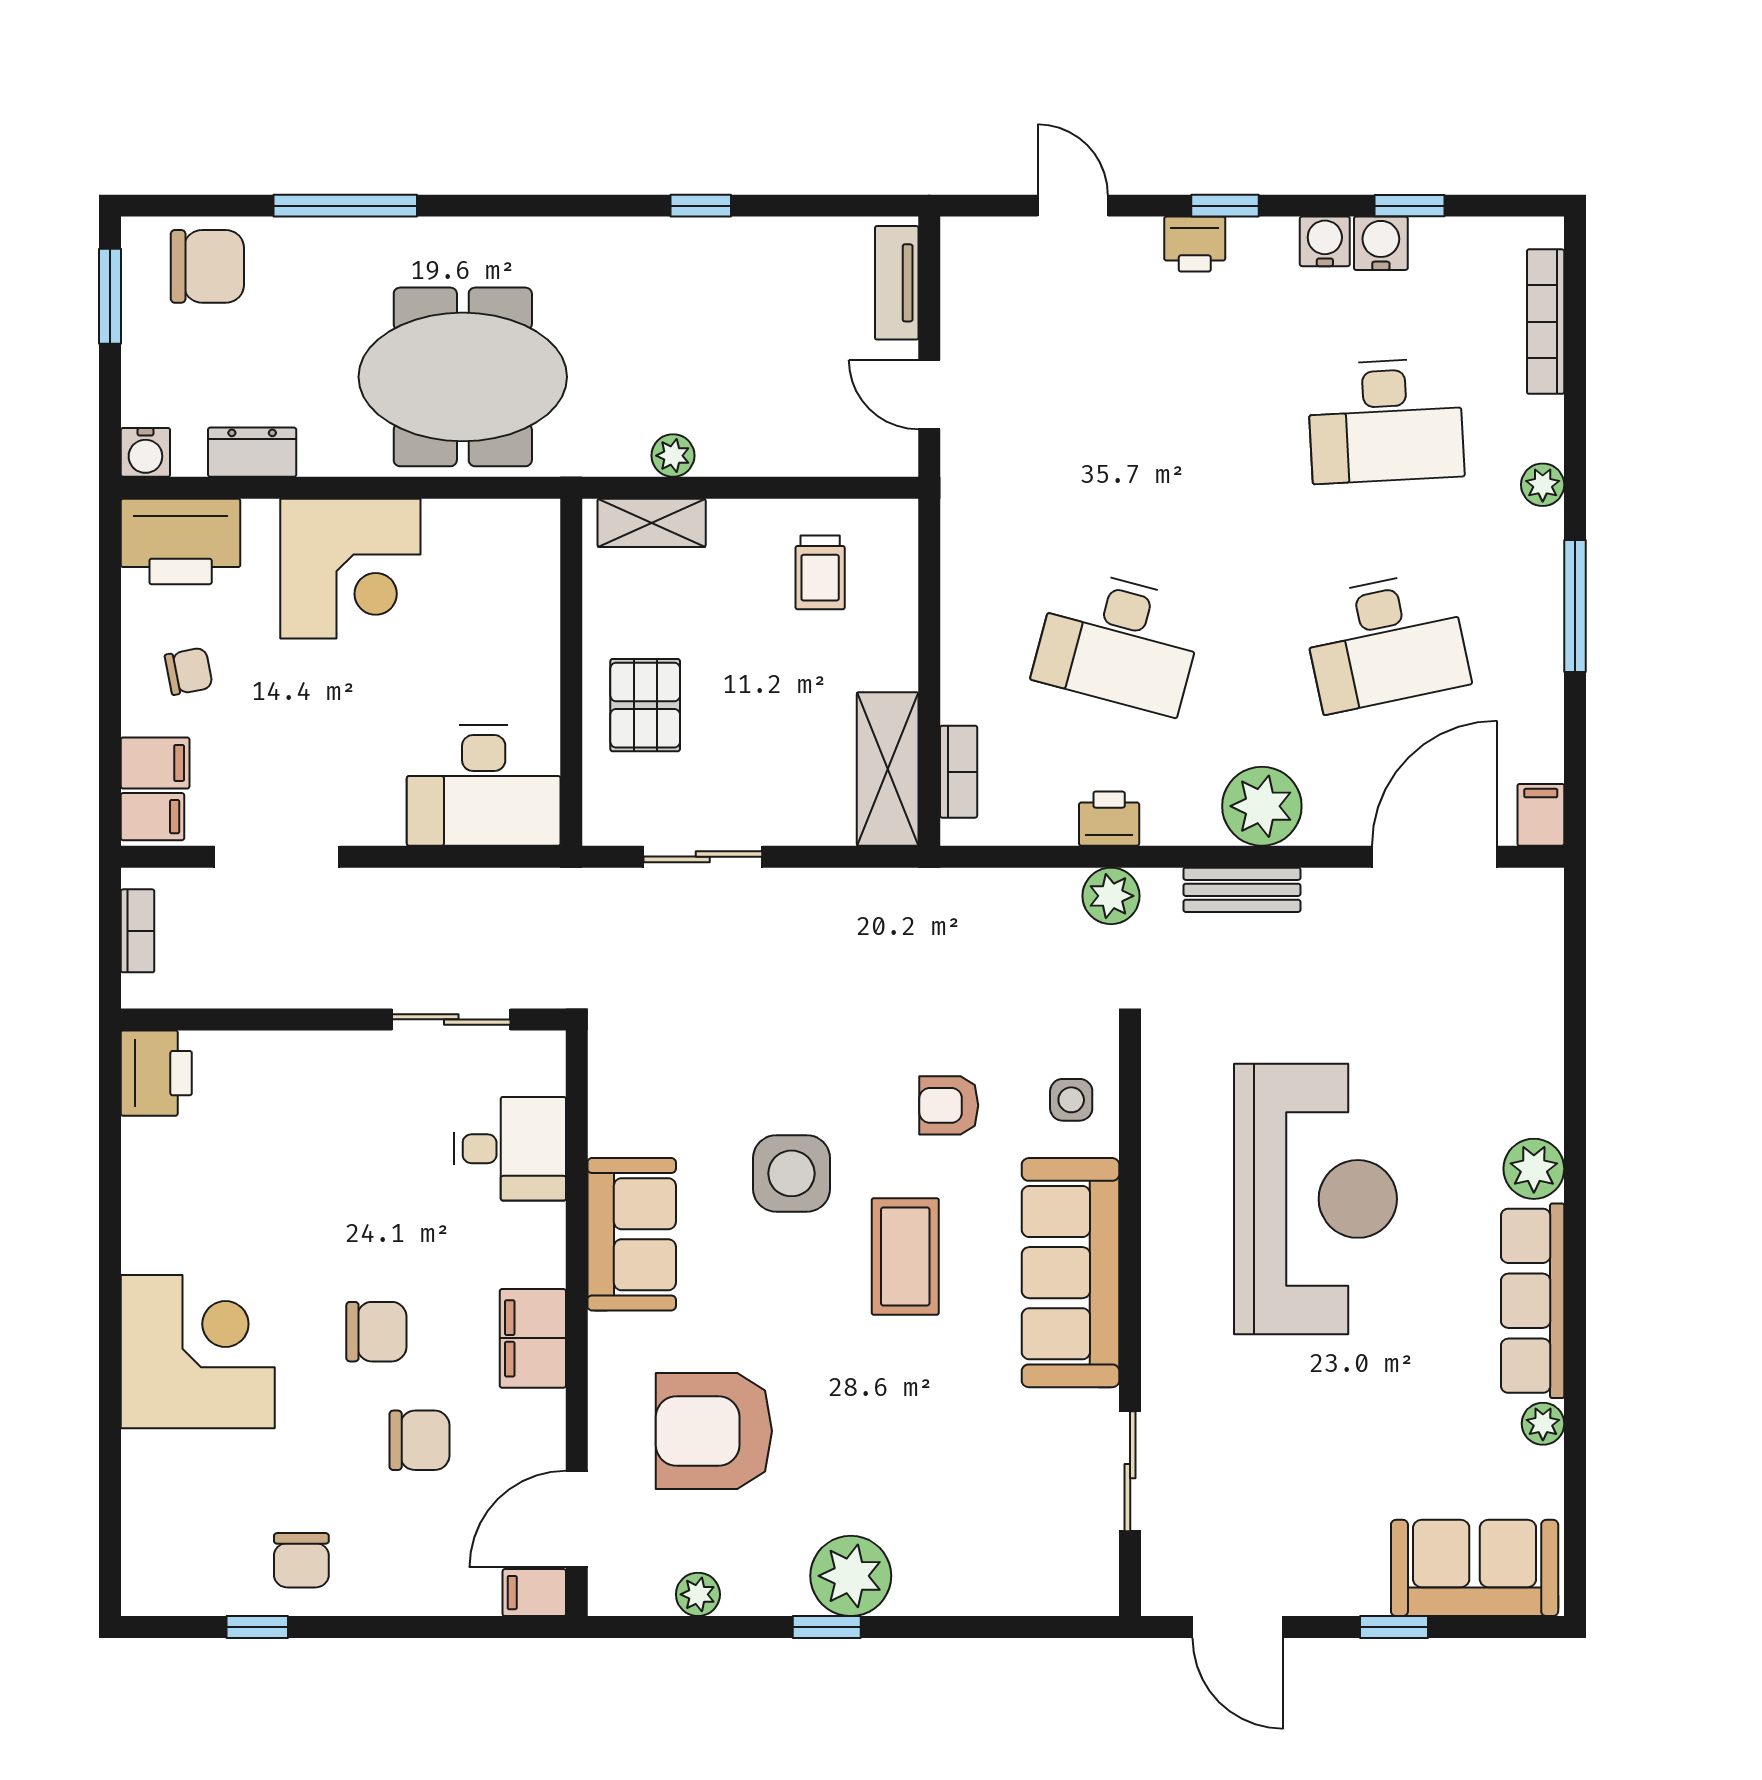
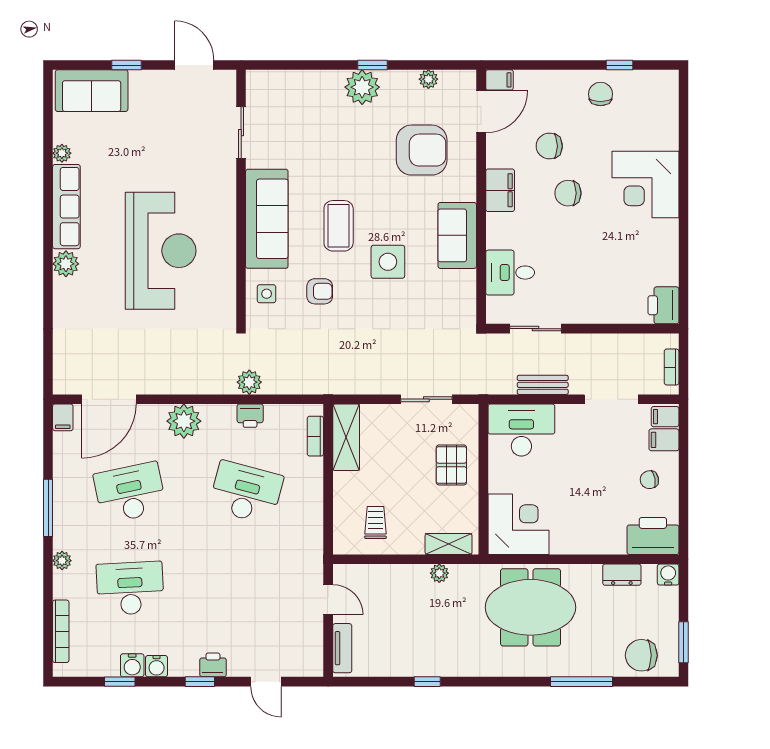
corner desk: (350, 569) -> (519, 524), moved, turned 90
bench: (1242, 890) -> (543, 385), moved
reception desk: (1316, 1199) -> (161, 251), turned 180

